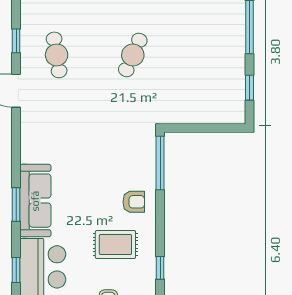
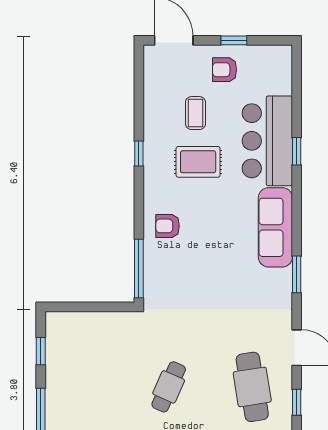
cafe table: (57, 55) -> (252, 387), width x1.37, depth x1.35
window: (16, 205) -> (297, 274), moved
rug: (115, 245) -> (198, 162), moved

